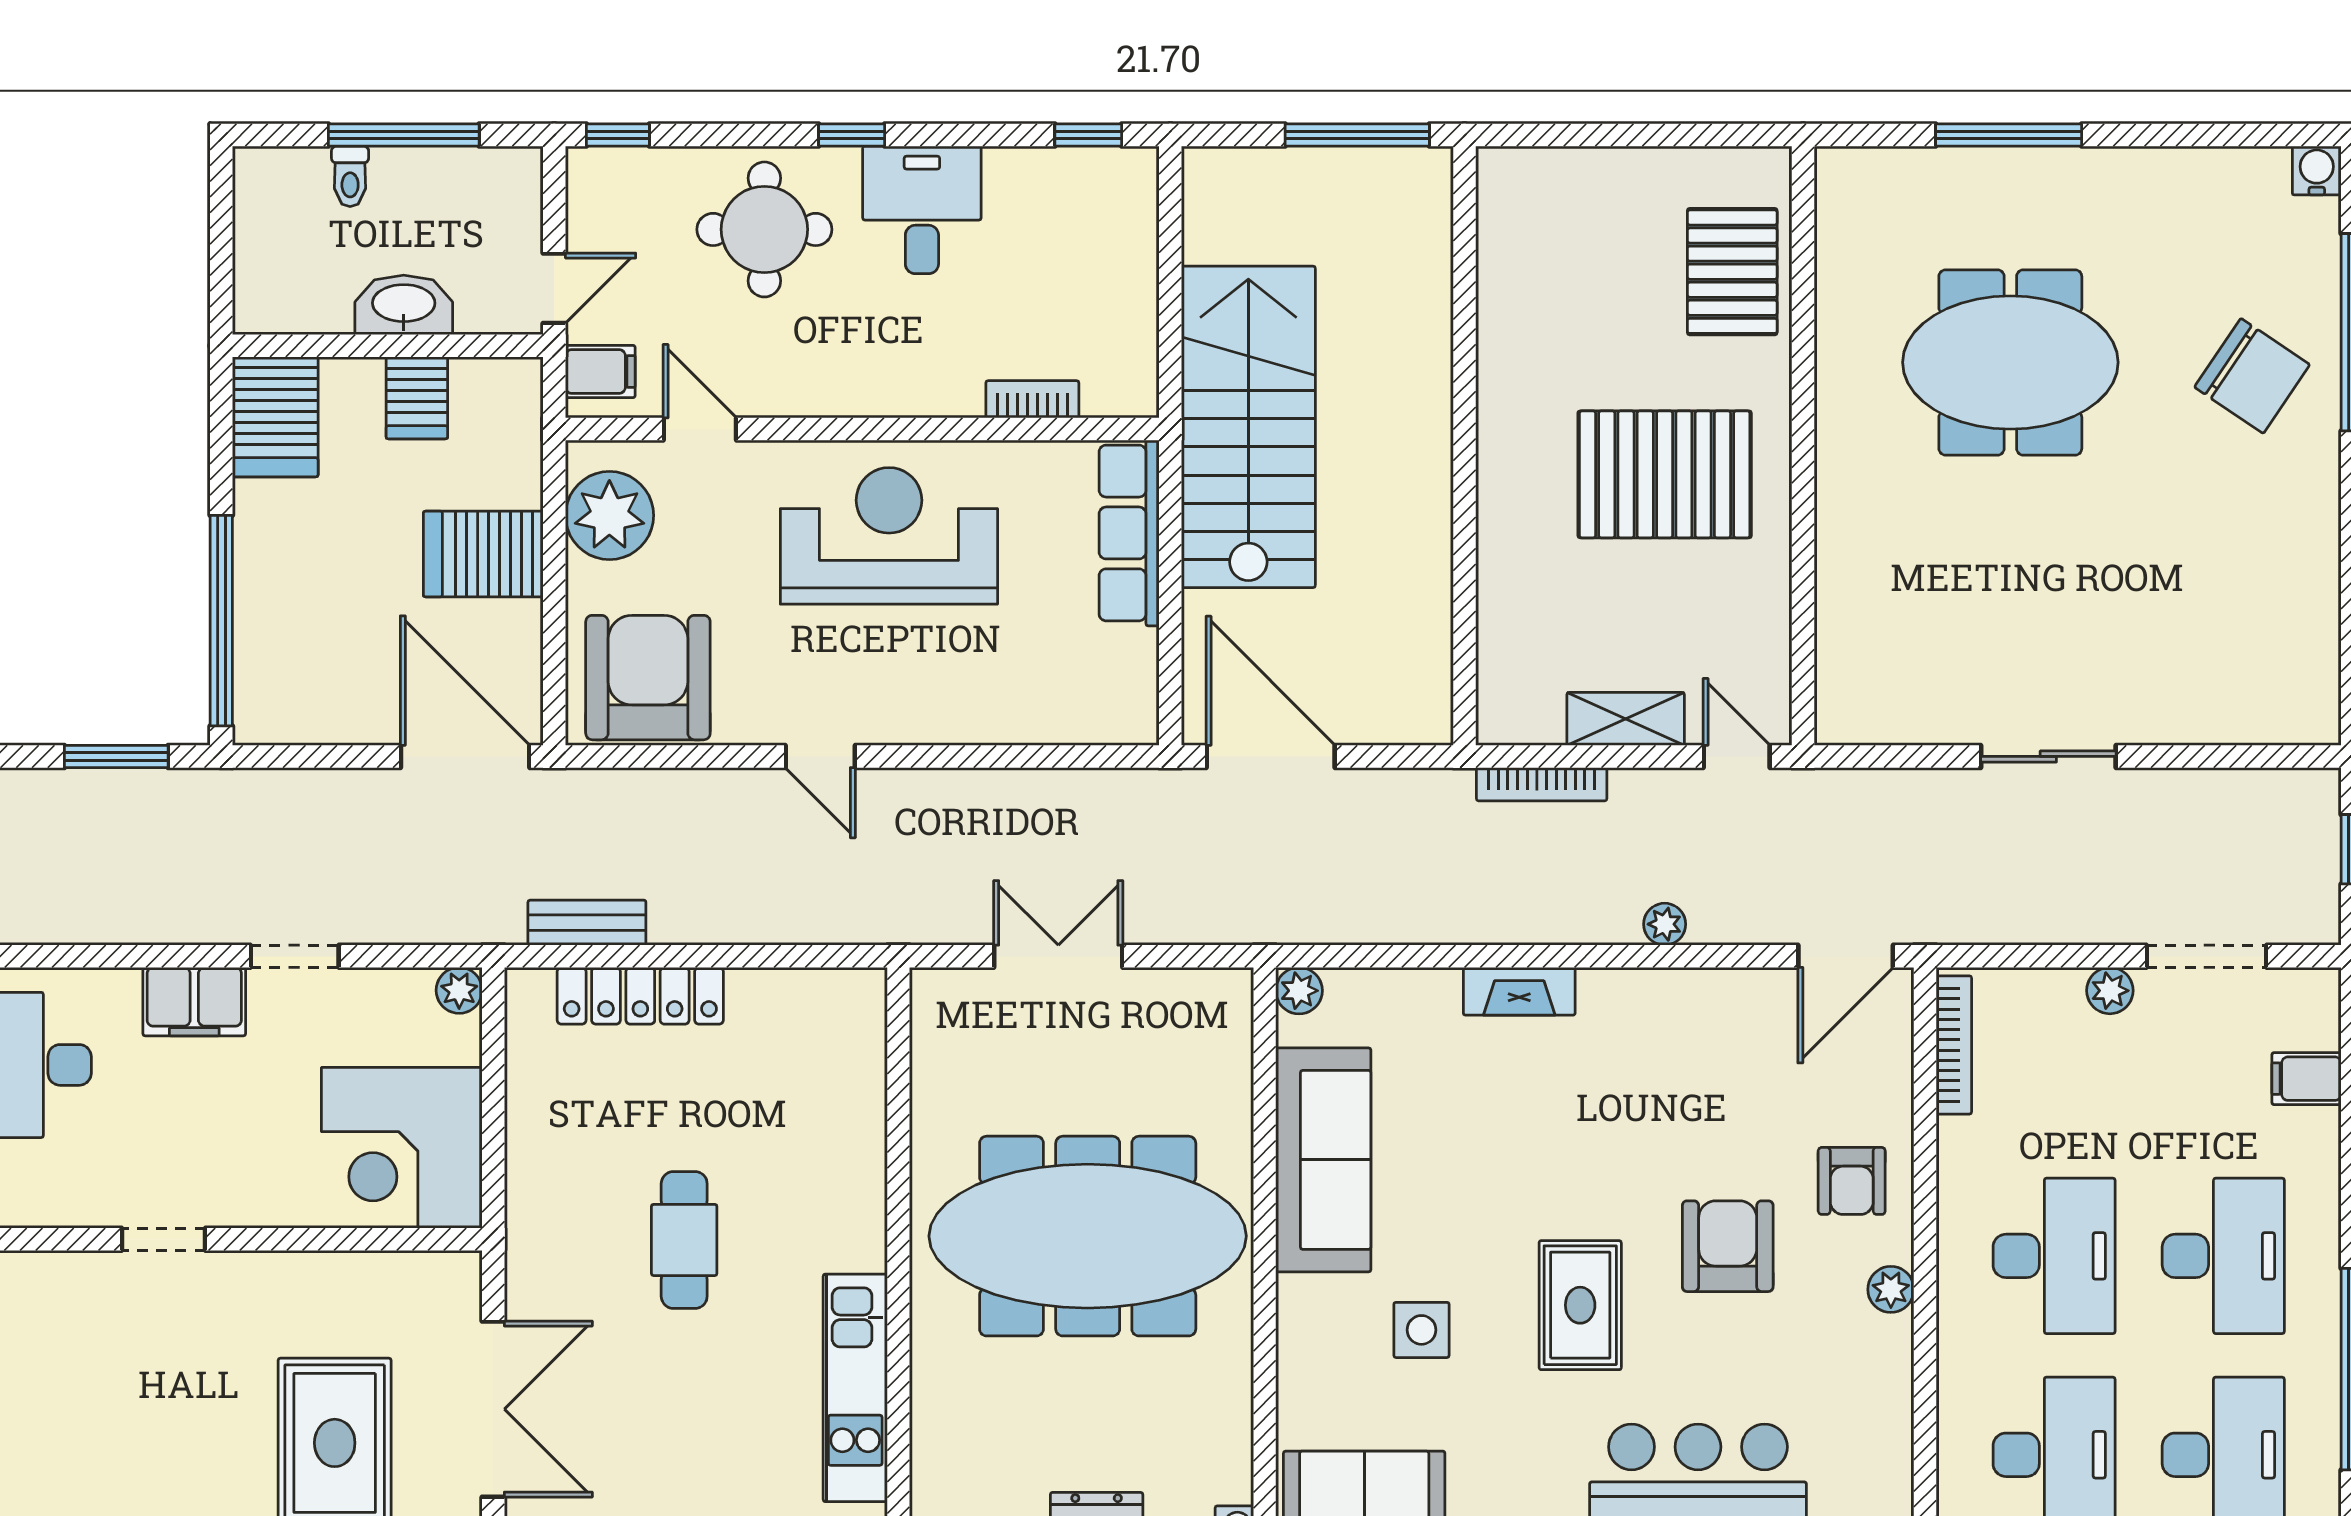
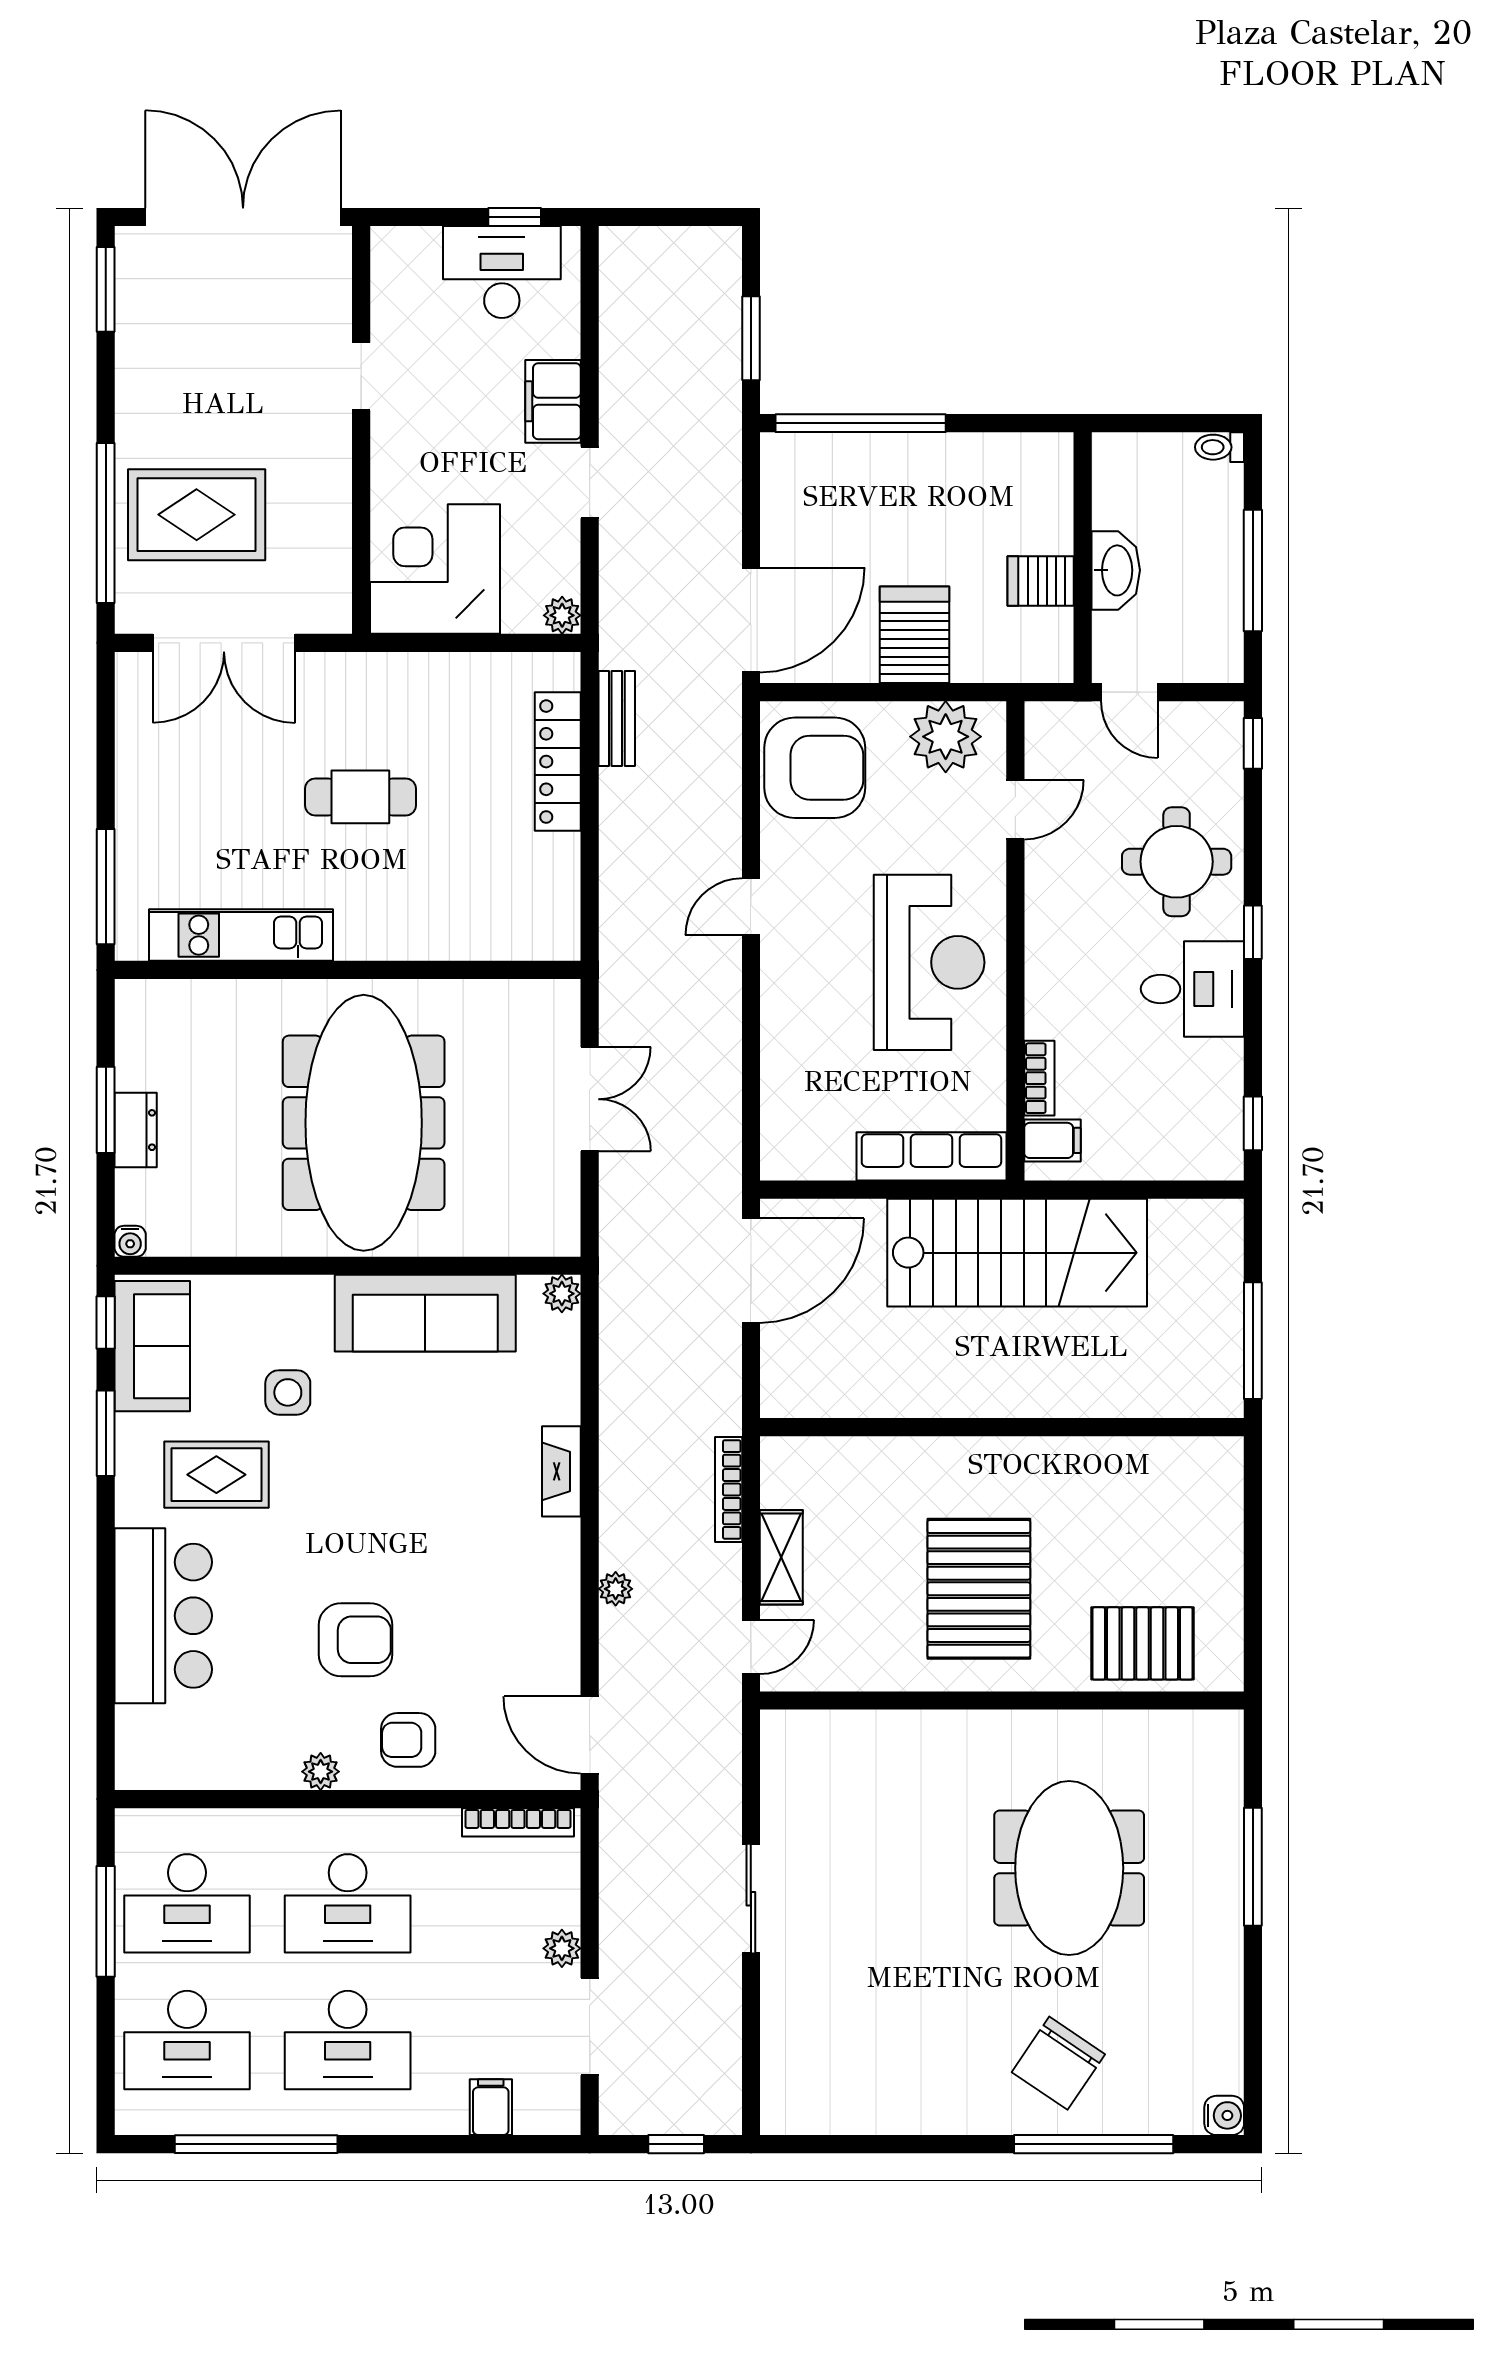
toilet: (350, 176) -> (1220, 447), moved
filing cabinet: (600, 371) -> (1053, 1140), moved, turned -90
server rack: (275, 417) -> (1025, 467), removed
rug: (1580, 1305) -> (216, 1475), moved

